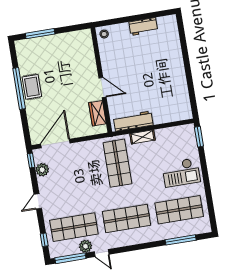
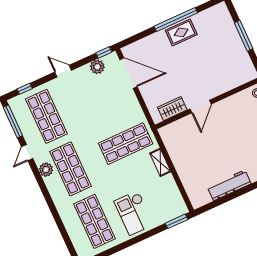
window: (40, 34) -> (244, 36), moved
workbench: (133, 121) -> (229, 185), moved, turned -90
window: (181, 240) -> (63, 232), removed
plant: (85, 246) -> (46, 170), moved

